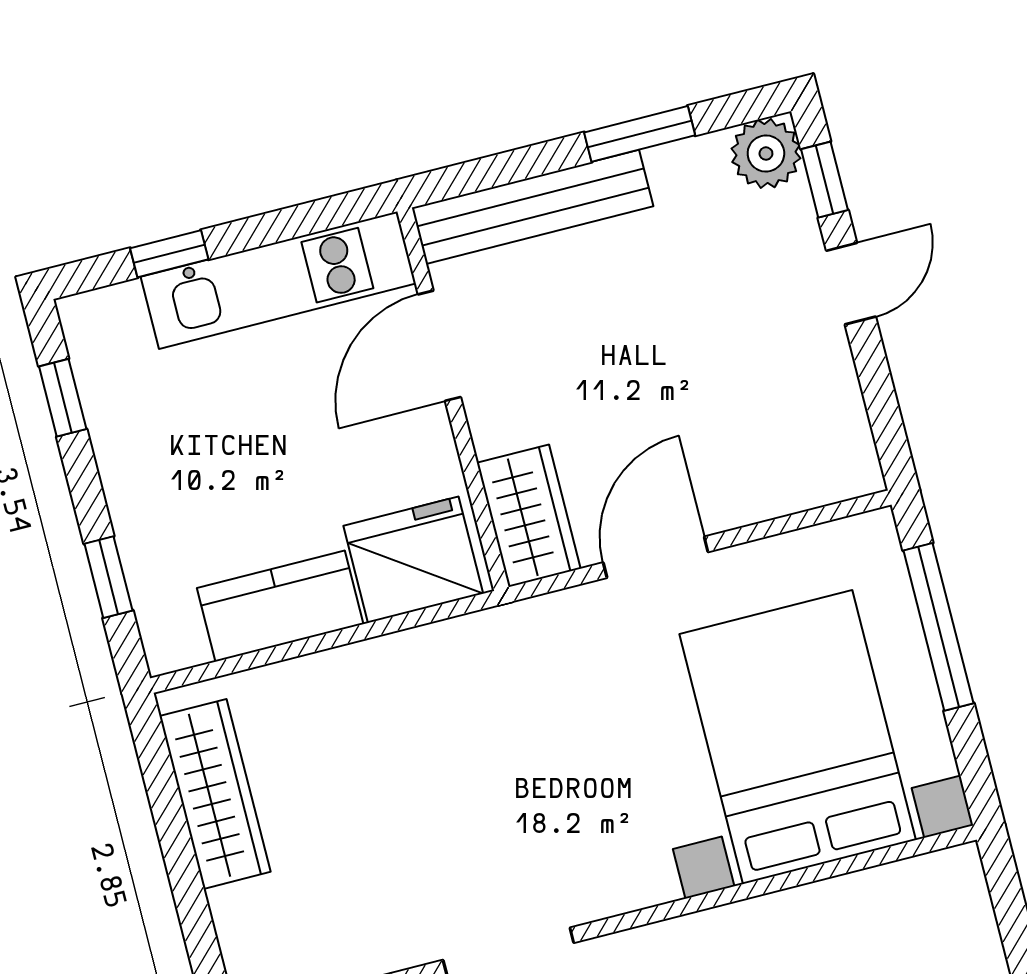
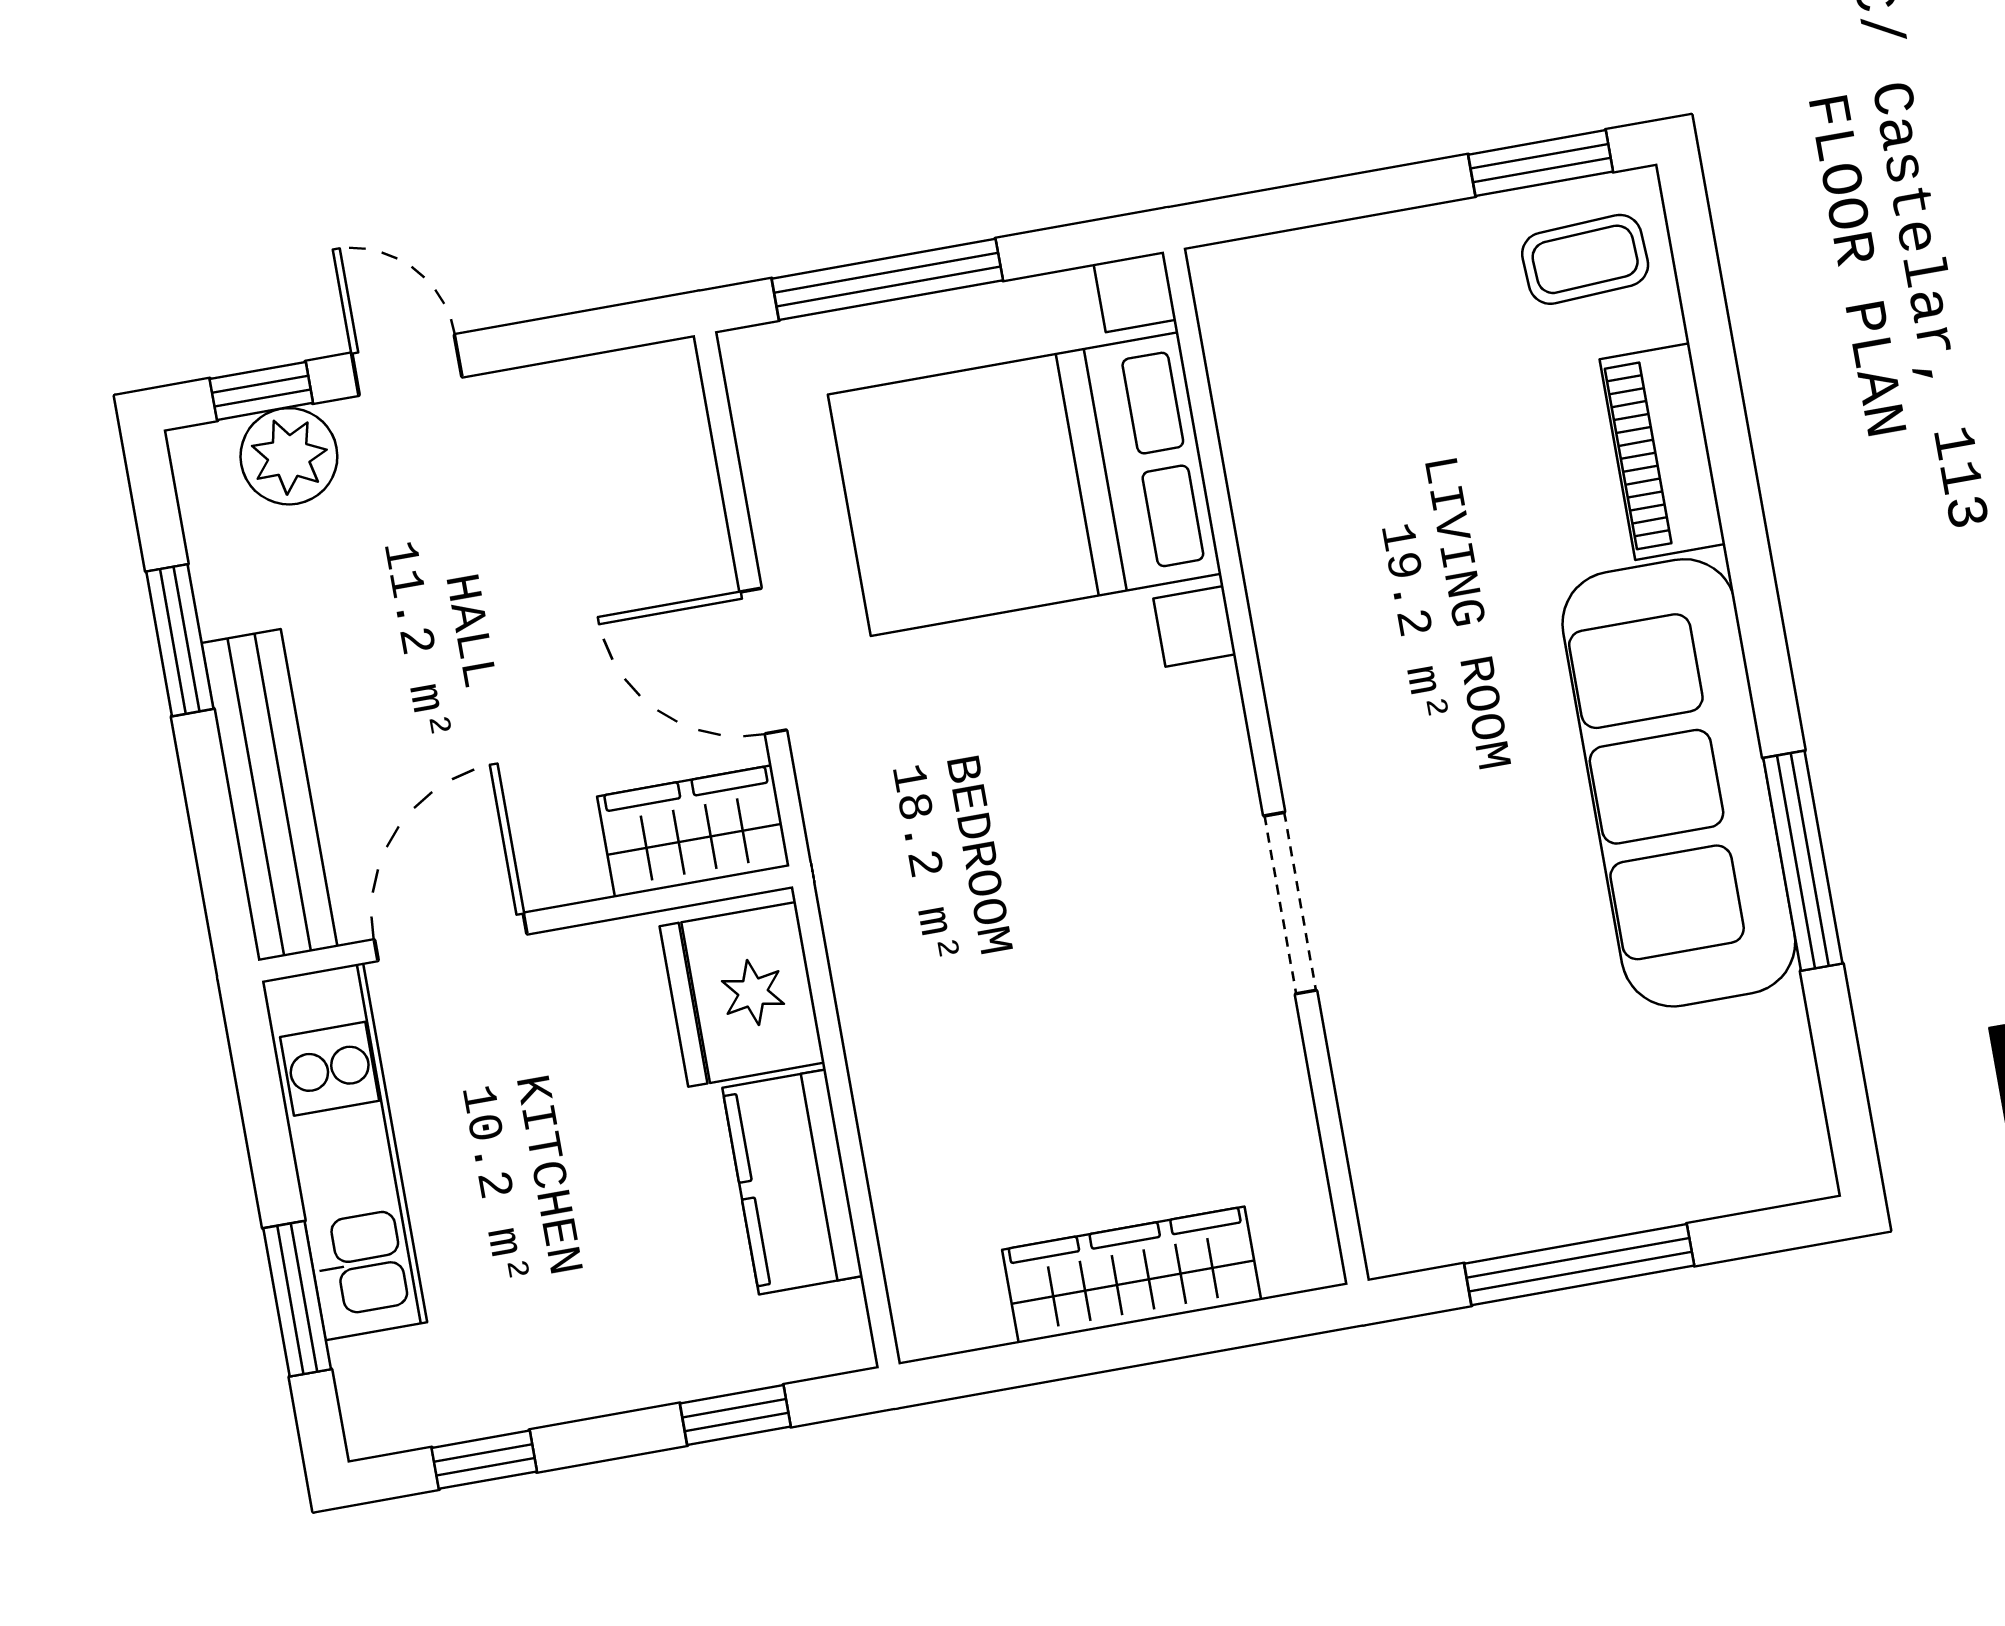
plant: (766, 153) -> (289, 456), moved
window: (169, 254) -> (297, 1299), width x1.50
door: (439, 346) -> (451, 937), swing flipped
wardrobe: (215, 794) -> (1132, 1275), moved

